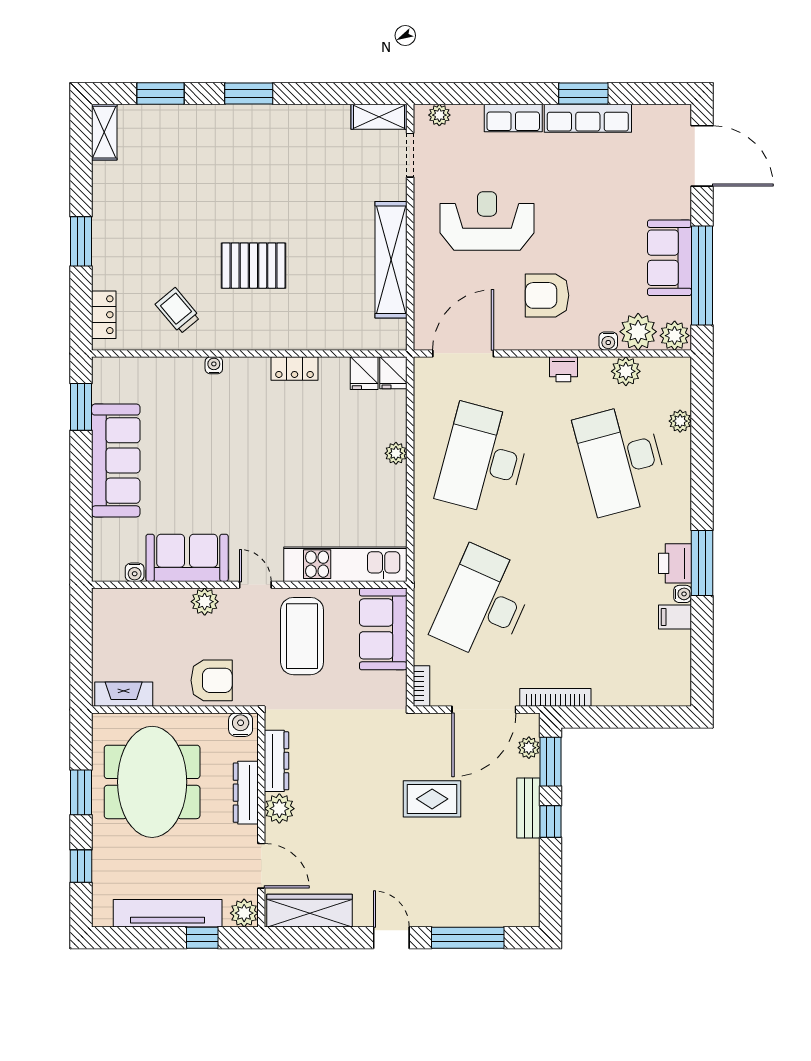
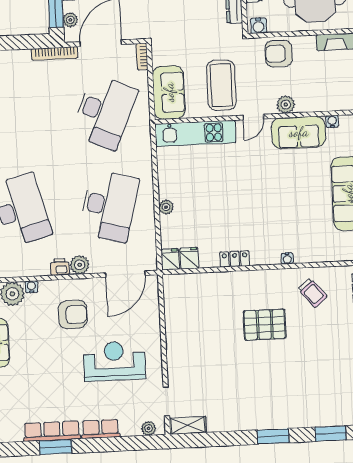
reception desk: (487, 221) -> (114, 361), turned 180
shelving: (391, 260) -> (175, 333), removed
plant: (626, 371) -> (80, 265), moved
door: (255, 585) -> (253, 117), hinge flipped

